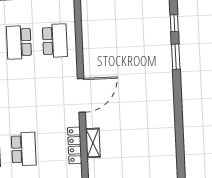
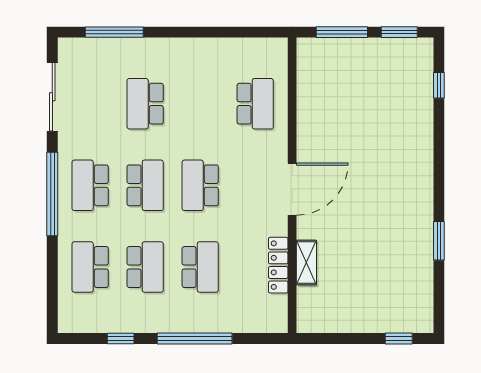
school desk: (19, 42) -> (200, 185), moved
window: (176, 57) -> (439, 241), moved

